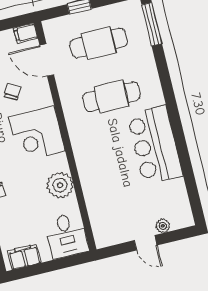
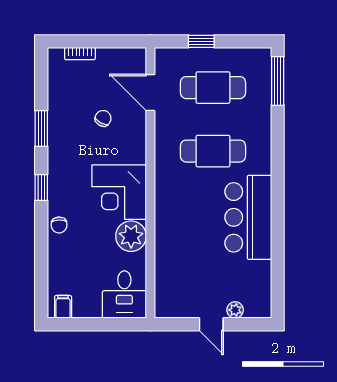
filing cabinet: (26, 33) -> (134, 57), removed
corner desk: (37, 134) -> (119, 192), moved
filing cabinet: (24, 257) -> (63, 307), width x0.50

